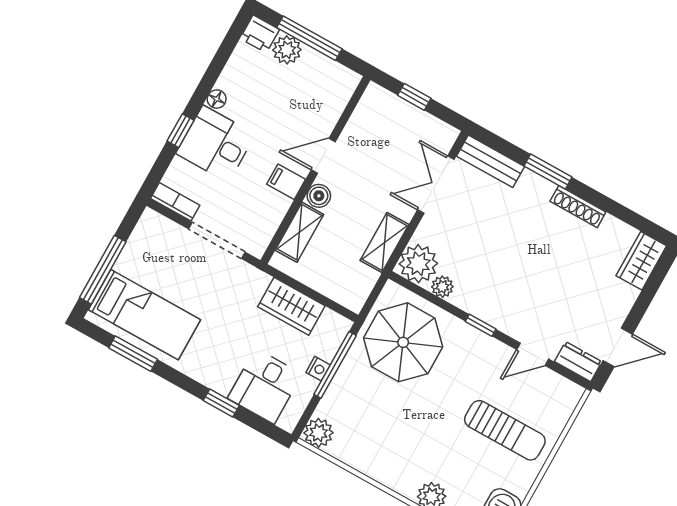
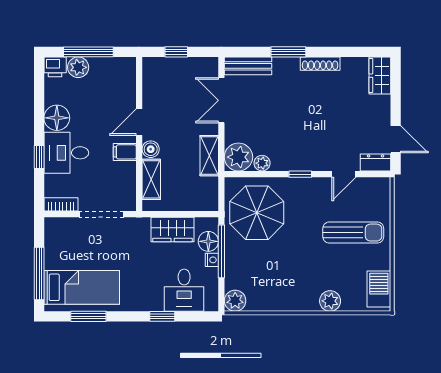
floor lamp: (217, 99) -> (57, 118), width x1.89, depth x1.89
floor lamp: (326, 344) -> (208, 241), added
door: (618, 347) -> (396, 139), hinge flipped

